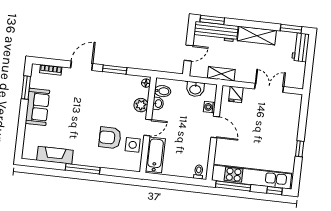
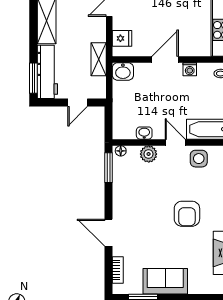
door: (189, 53) -> (78, 102), swing flipped
window: (115, 70) -> (109, 168), moved
washbasin: (195, 89) -> (123, 71), moved, turned 90
bidet: (163, 91) -> (128, 129), removed
washing machine: (209, 107) -> (190, 69), moved
armchair: (110, 138) -> (187, 214), moved

